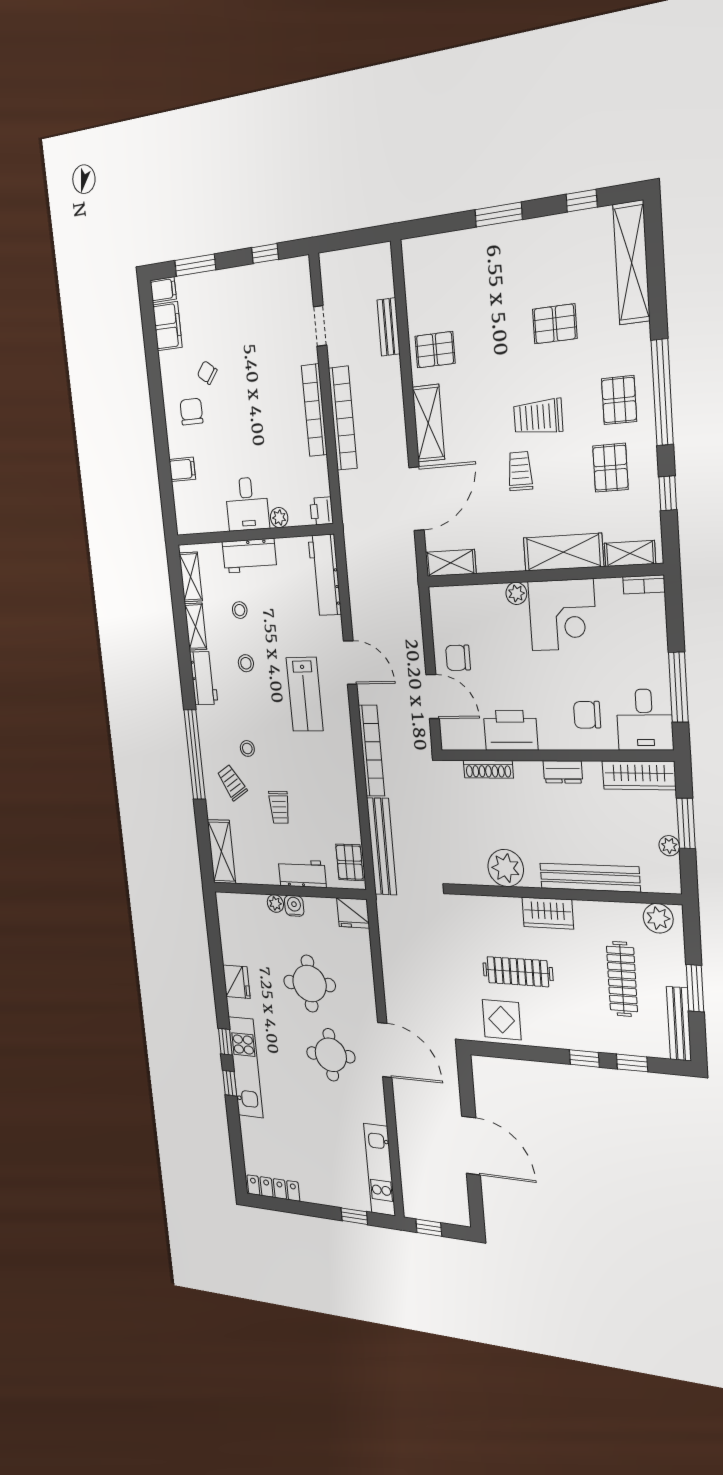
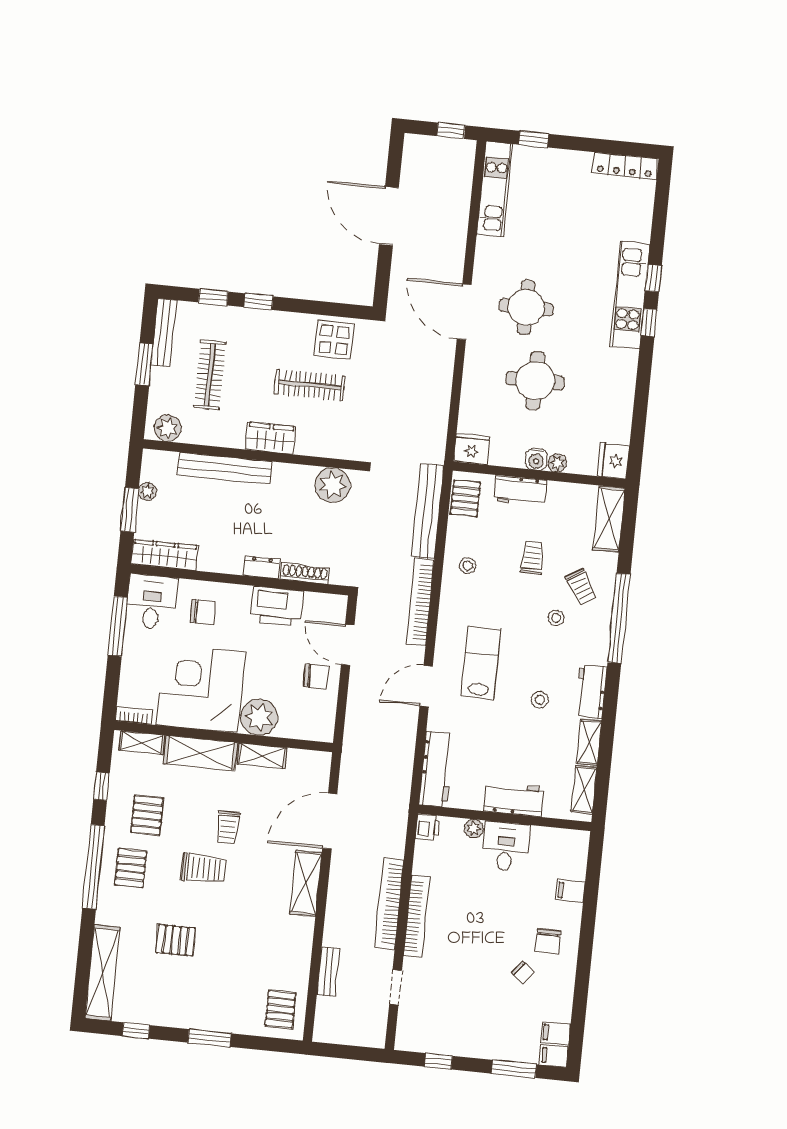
filing cabinet: (167, 326) -> (556, 1033), width x0.50
pallet: (435, 350) -> (281, 1009), moved, turned 90
shelving: (451, 563) -> (262, 756), moved
plant: (516, 593) -> (259, 717), width x1.87, depth x1.87
stool: (240, 610) -> (468, 566), moved
corner desk: (562, 615) -> (201, 689), width x1.36, depth x1.36
door: (350, 663) -> (426, 686), hinge flipped
dresser: (563, 772) -> (262, 567), moved
plant: (506, 868) -> (333, 485), moved
fridge: (236, 982) -> (614, 461), moved

